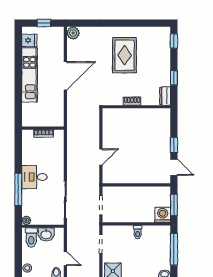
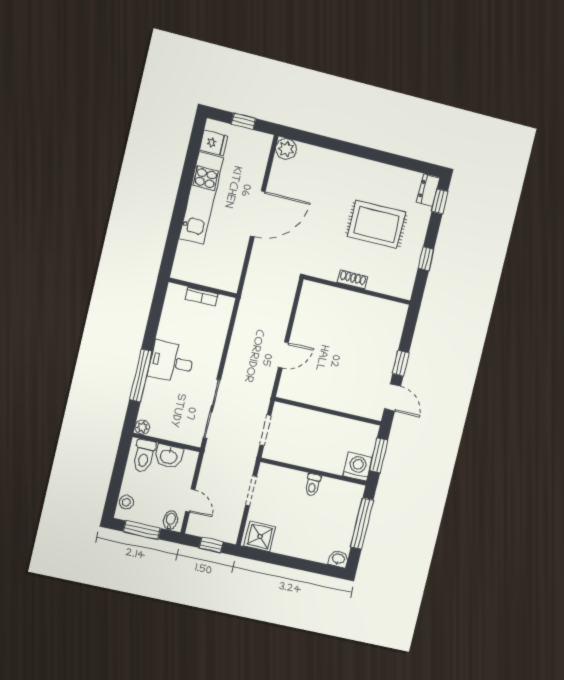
rug: (125, 55) -> (376, 224), moved, turned 90
dresser: (165, 96) -> (428, 190), moved

